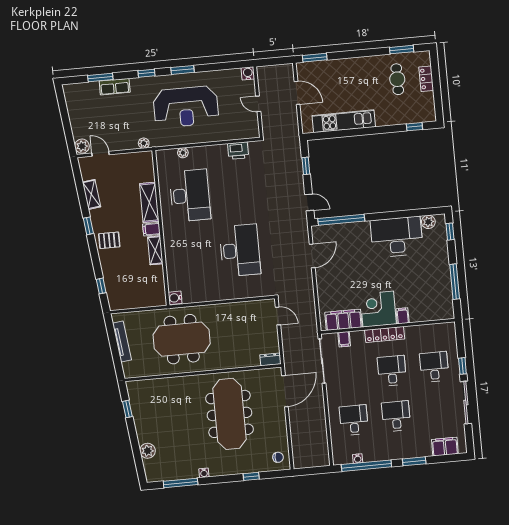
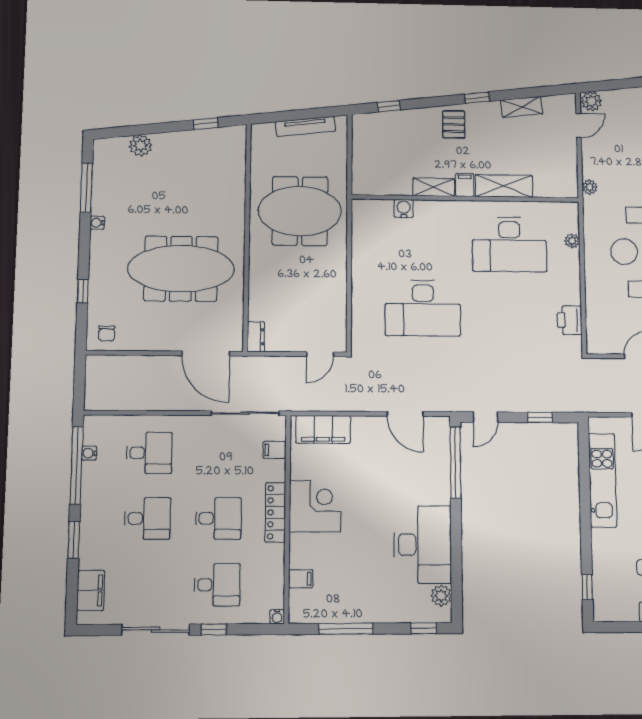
water cooler: (175, 298) -> (404, 209), moved
filing cabinet: (403, 316) -> (301, 579), moved
filing cabinet: (343, 320) -> (323, 429), moved, turned 90
water cooler: (451, 326) -> (277, 617), added
meeting table: (182, 339) -> (300, 211), turned 90

